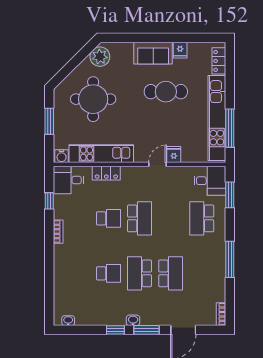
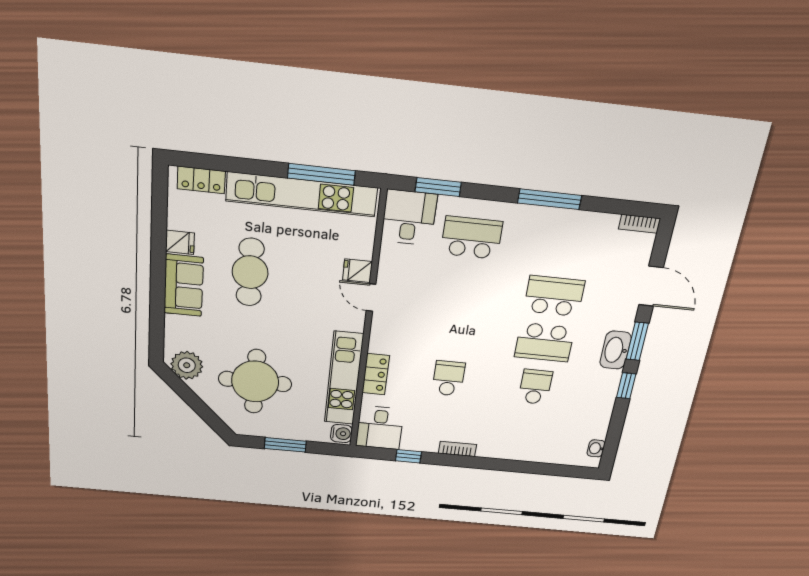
school desk: (140, 218) -> (456, 334), removed
school desk: (202, 218) -> (472, 238), turned 180
washbasin: (133, 320) -> (616, 350), width x1.91, depth x1.45

